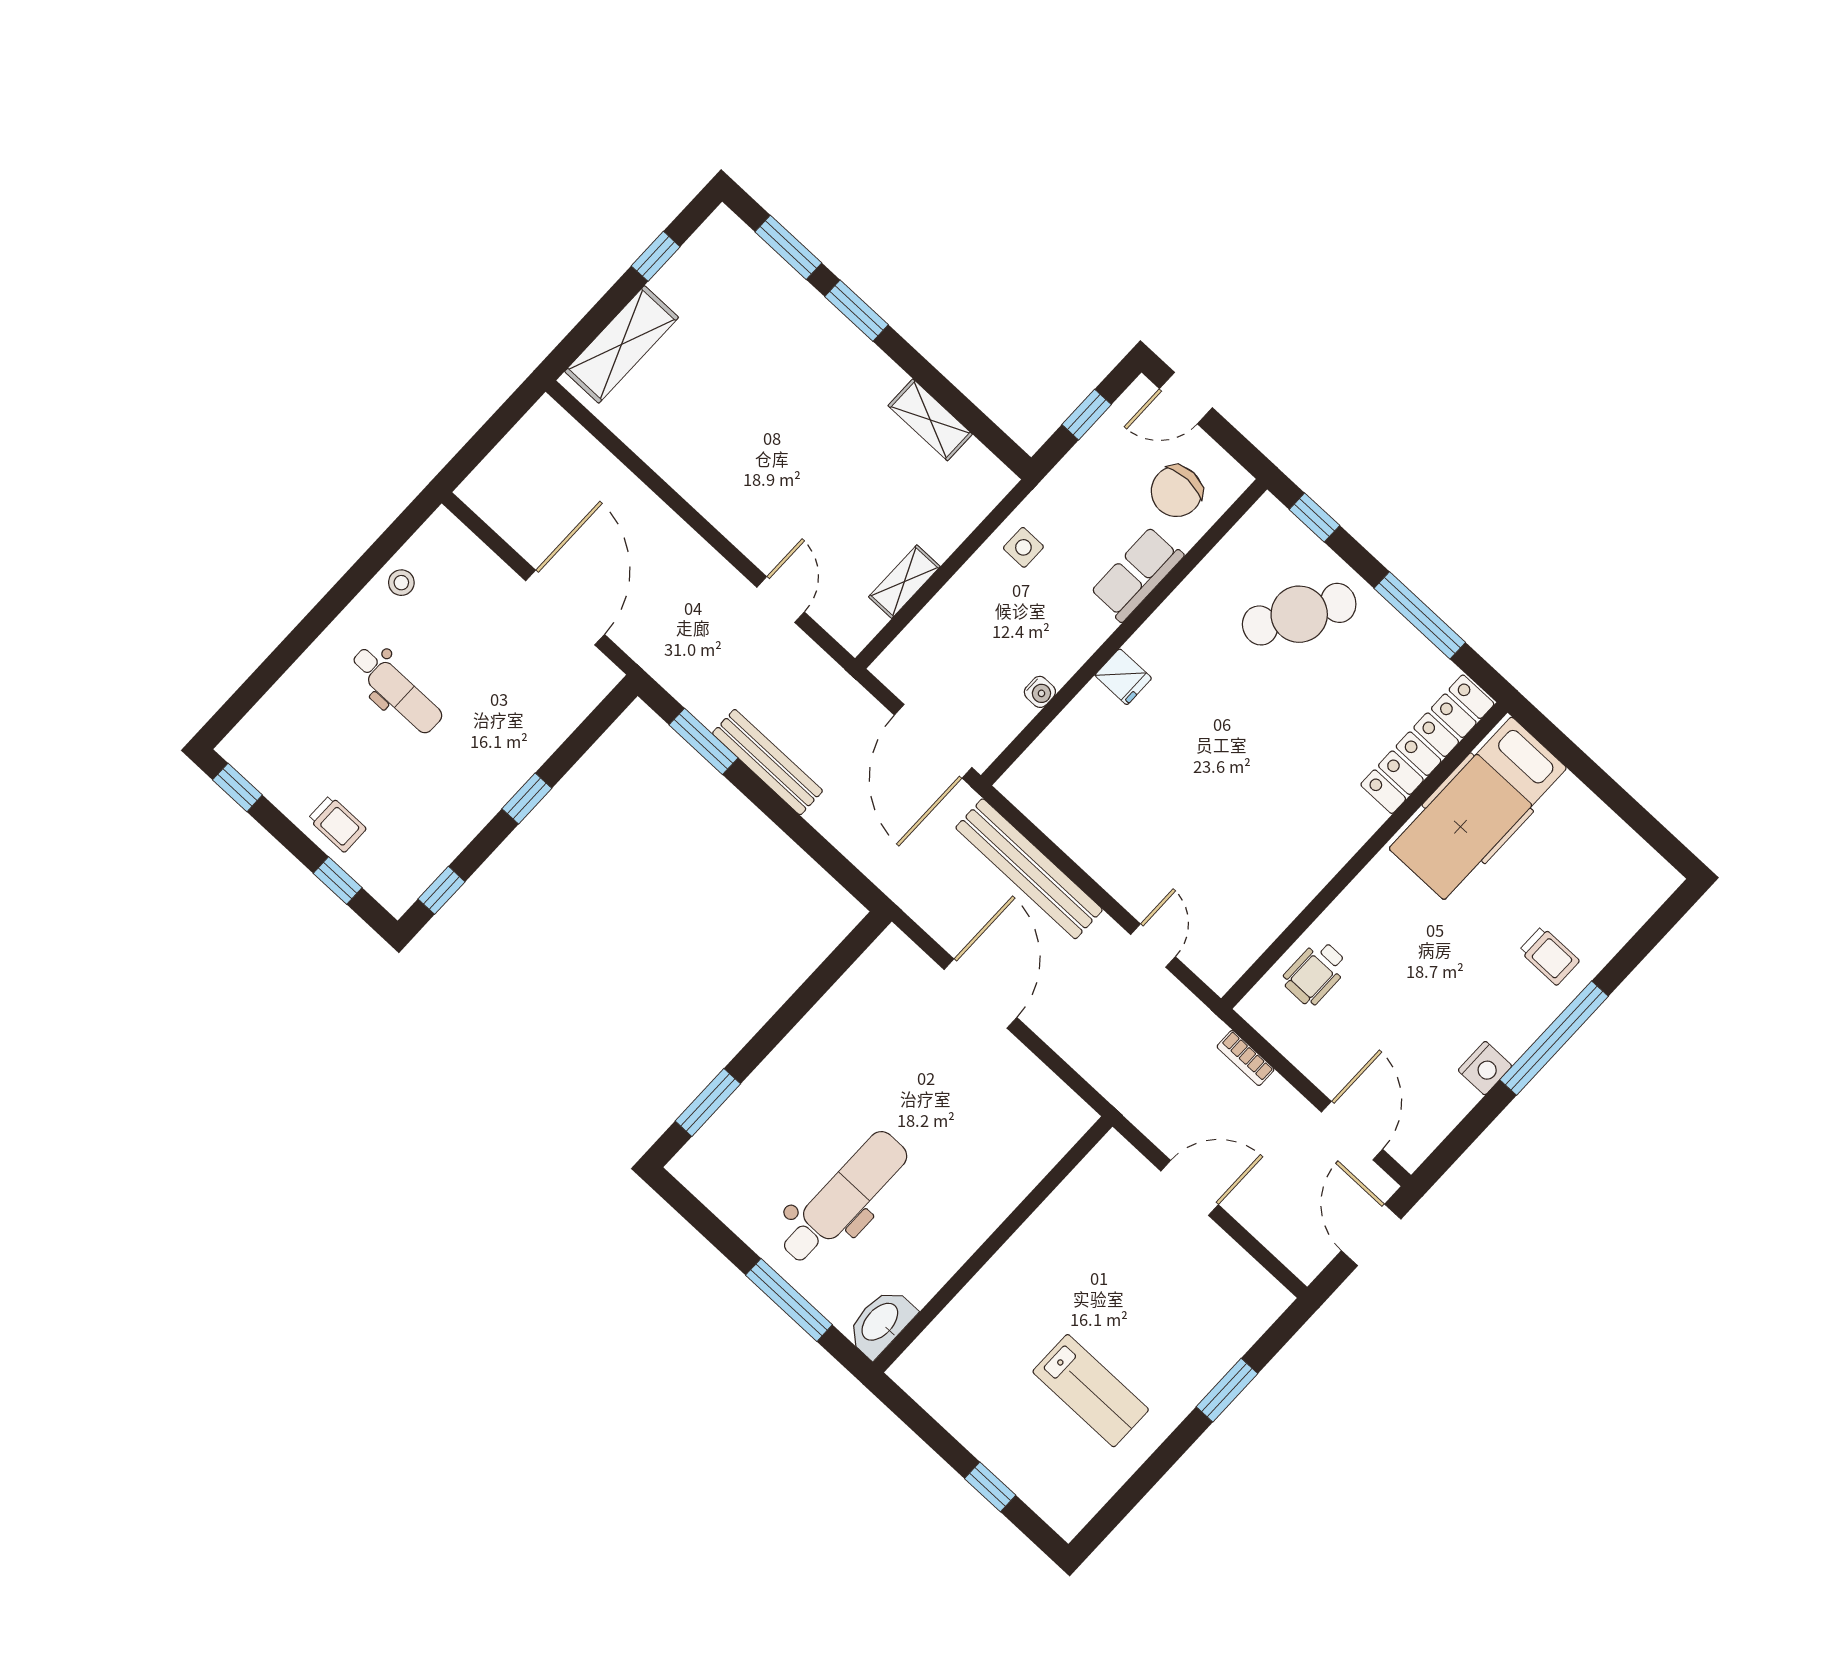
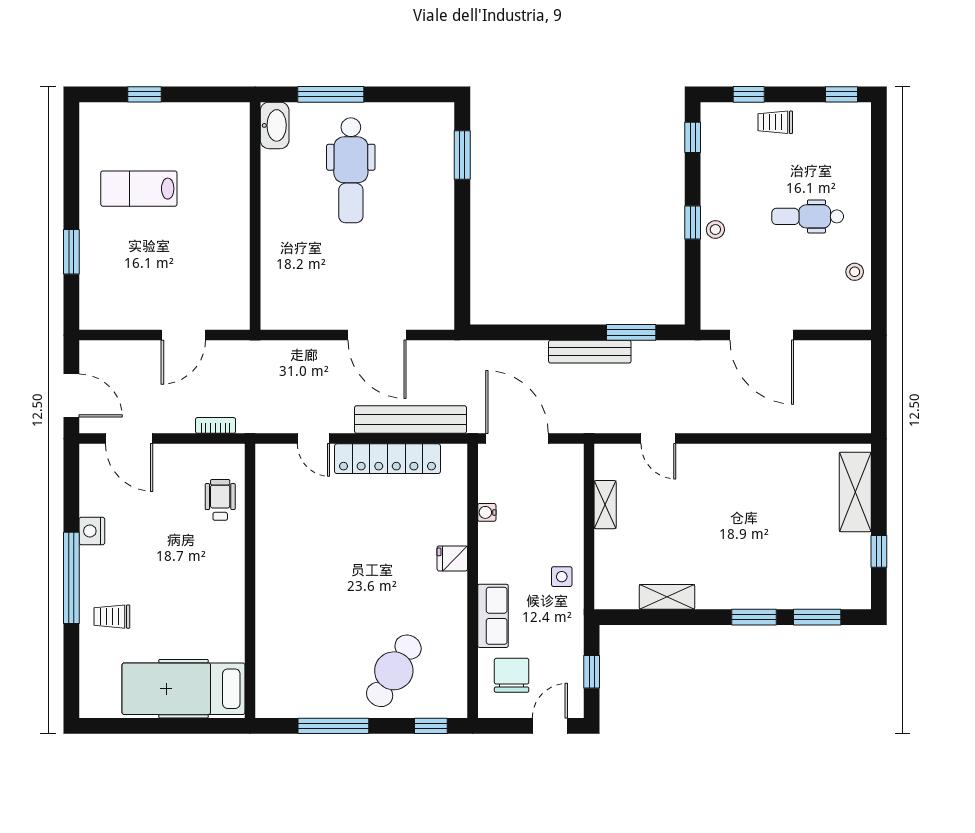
locker: (1427, 744) -> (388, 459), moved, turned 90
stool: (509, 768) -> (715, 229), added
hospital bed: (1478, 808) -> (183, 689), moved, turned -90

